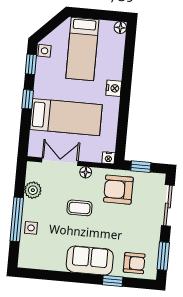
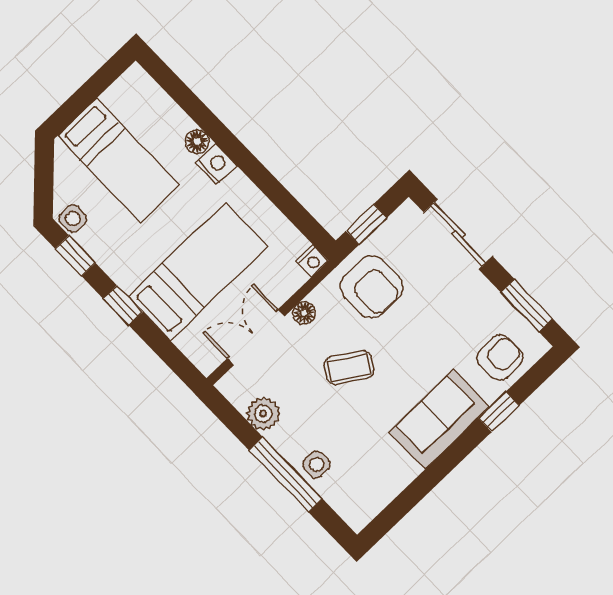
floor lamp: (120, 28) -> (197, 142), moved
armchair: (118, 190) -> (372, 287), turned -90
coffee table: (79, 208) -> (349, 368), turned 33

